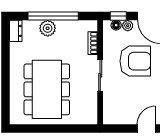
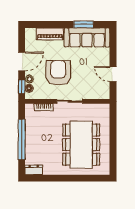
plant: (48, 28) -> (32, 144), removed
dining table: (47, 89) -> (81, 145), turned 90
door: (146, 128) -> (113, 74), moved

